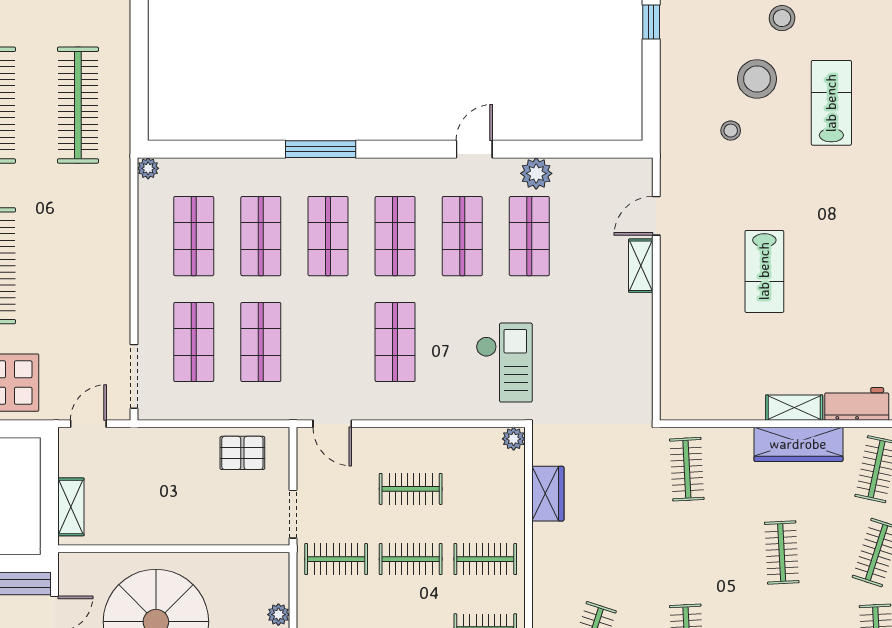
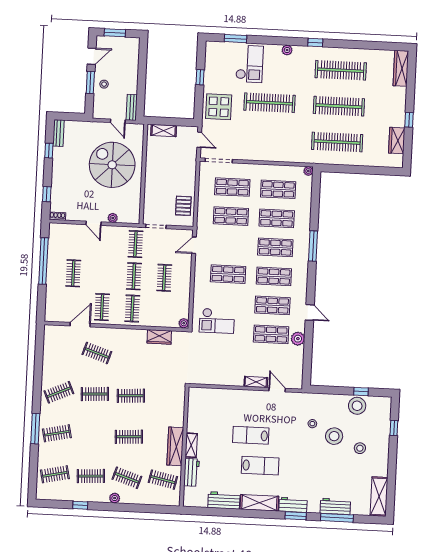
stool: (684, 29) -> (357, 406), added
lab bench: (831, 103) -> (260, 466), moved
clothes rail: (687, 469) -> (131, 396), moved

